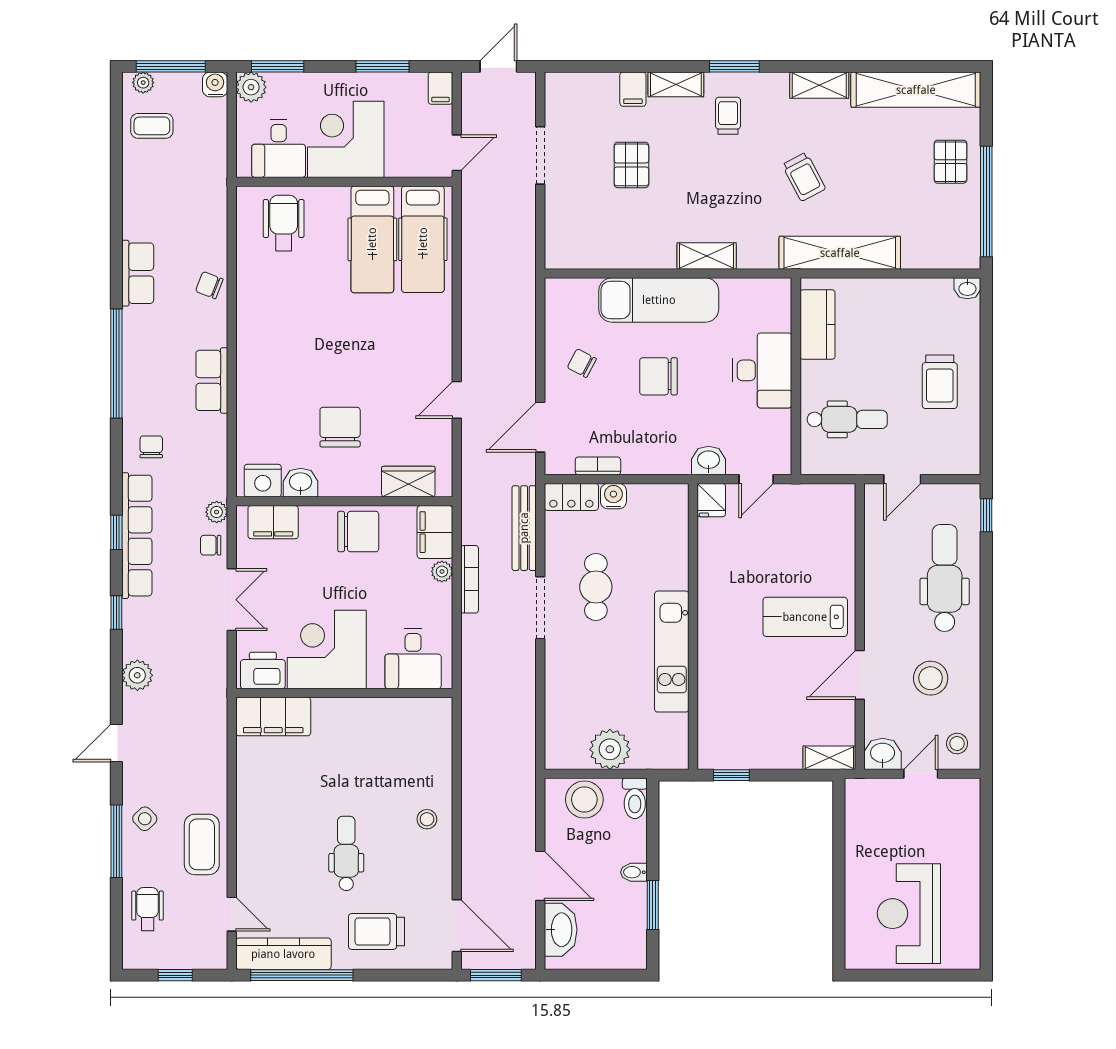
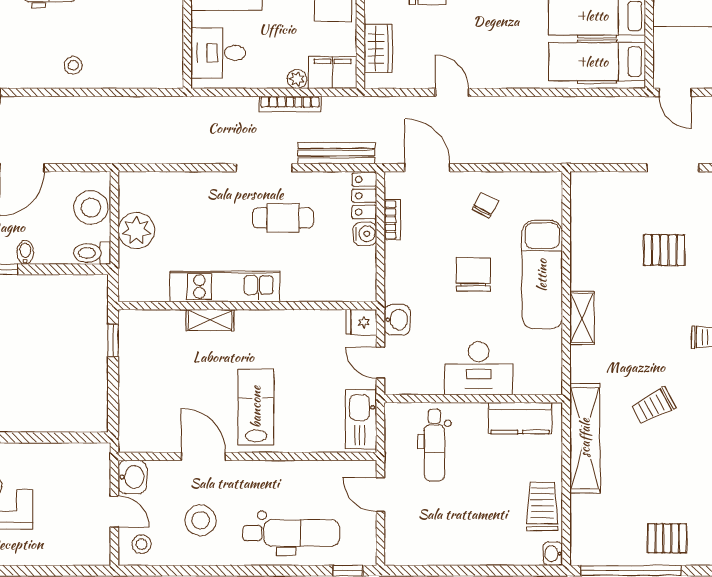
trolley: (940, 382) -> (542, 506), moved, turned 90
kitchen sink: (819, 500) -> (361, 419), added
shelving: (829, 758) -> (210, 320), moved, turned 90

